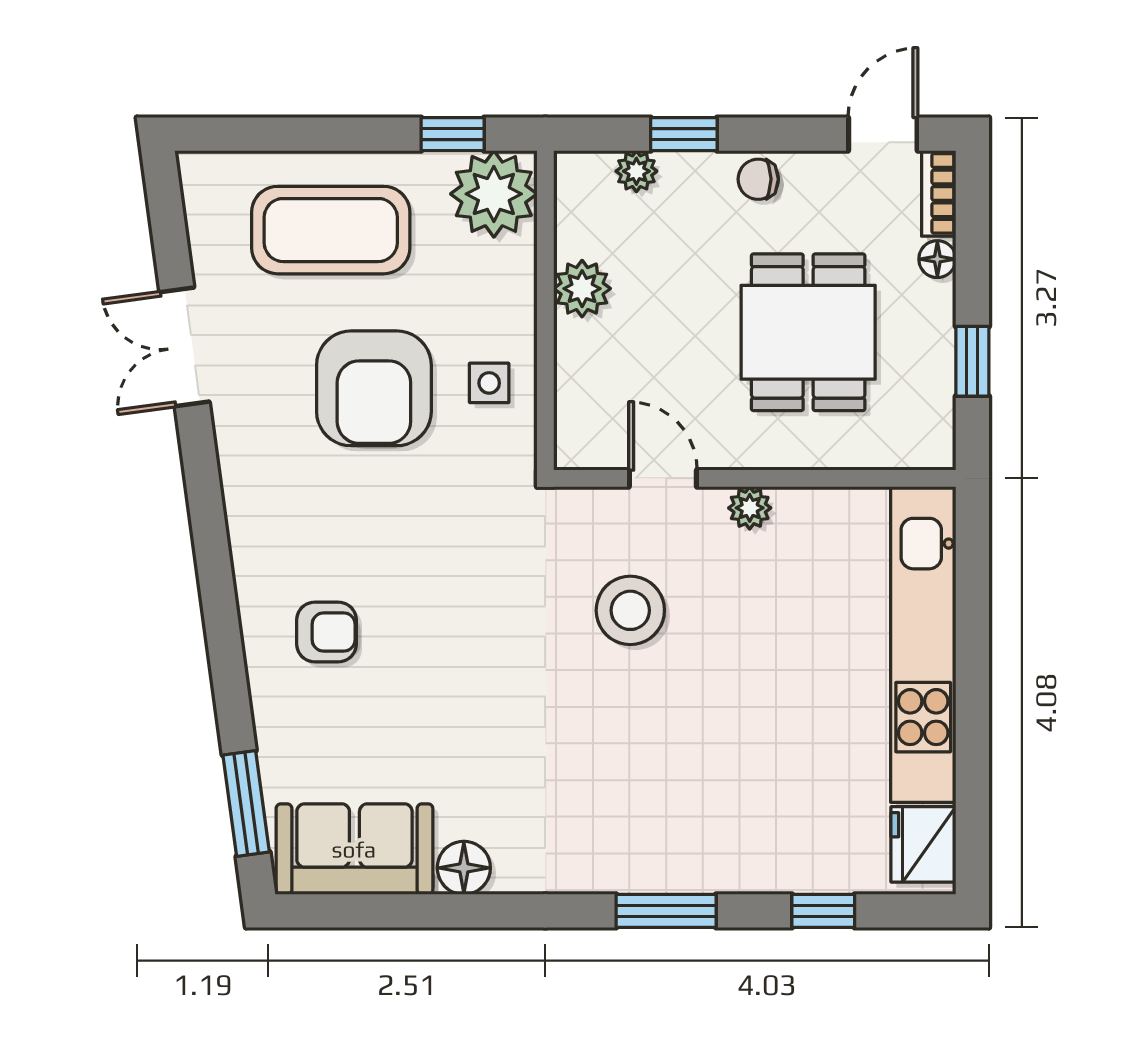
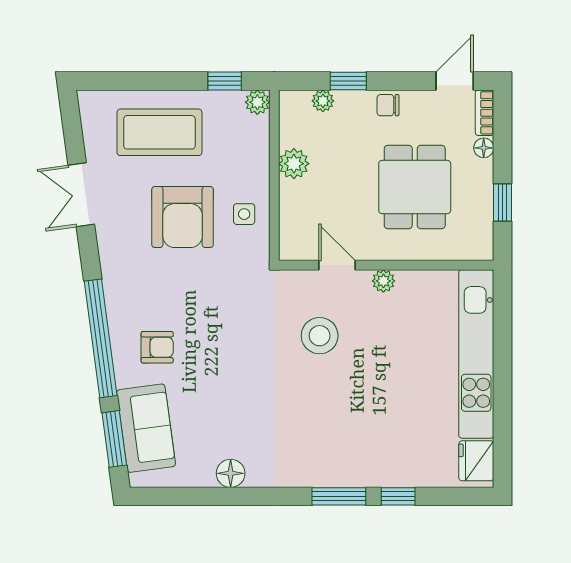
plant: (494, 194) -> (257, 102), width x0.53, depth x0.53
window: (221, 615) -> (101, 338), added
sofa: (354, 849) -> (146, 428), moved, turned 82
window: (823, 911) -> (398, 496), moved

